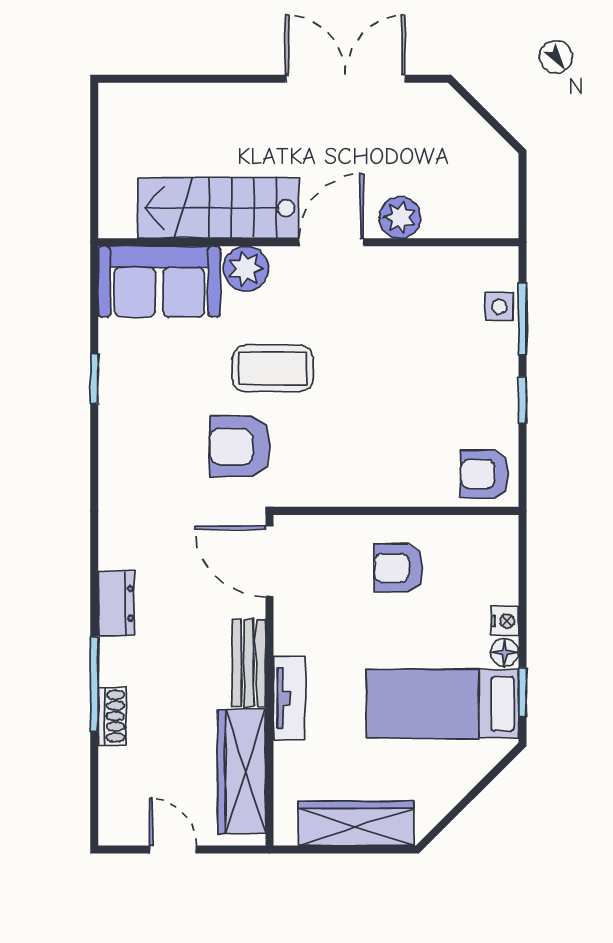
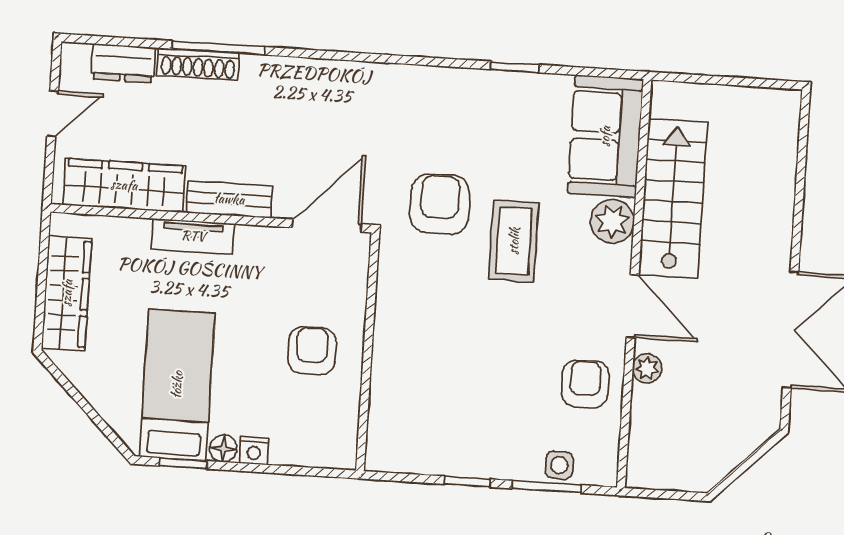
plant: (400, 218) -> (647, 368), width x0.73, depth x0.73
armchair: (484, 474) -> (585, 384), moved
dresser: (116, 603) -> (123, 63), moved
shoe rack: (112, 716) -> (198, 64), width x1.43

